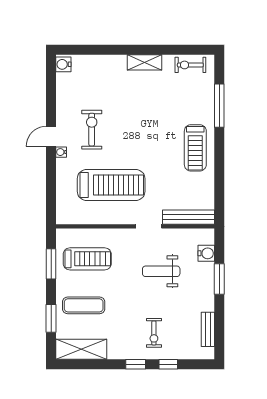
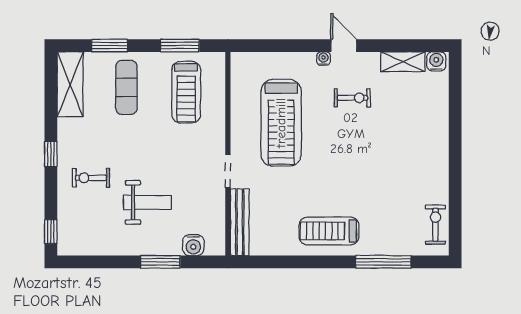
shelving: (144, 62) -> (403, 62), moved, turned 90
exercise bike: (92, 130) -> (352, 98), width x0.73, depth x0.72
weight bench: (161, 271) -> (147, 202), moved, turned 90
bench: (208, 329) -> (96, 247), removed
window: (168, 364) -> (51, 232), moved

